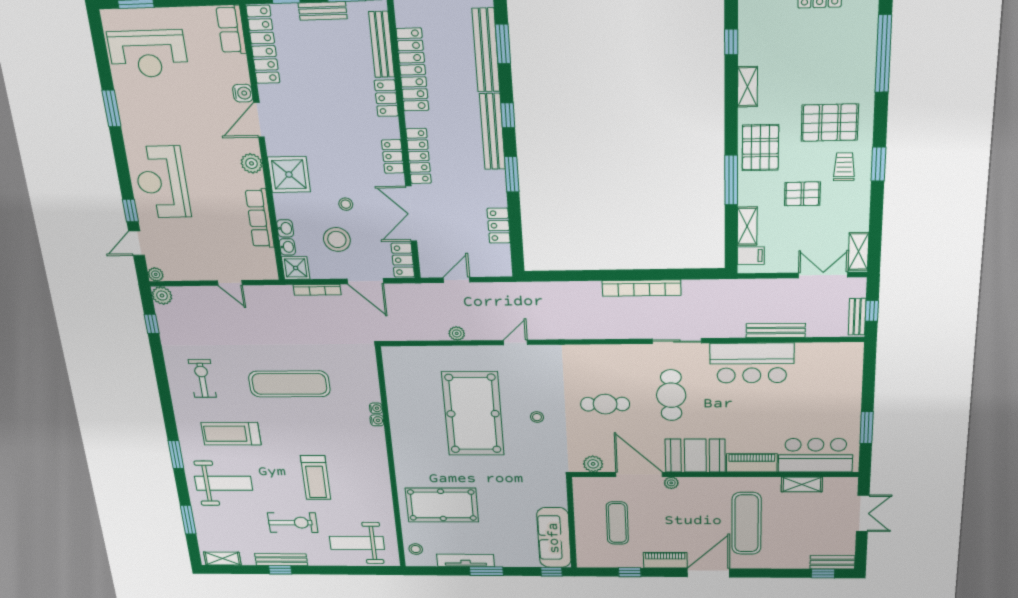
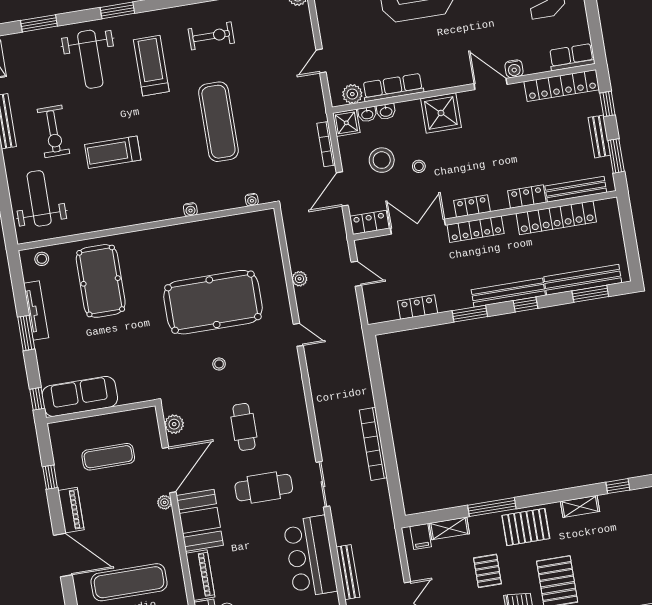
plant: (252, 163) -> (352, 94), moved
water cooler: (376, 408) -> (252, 200), moved

